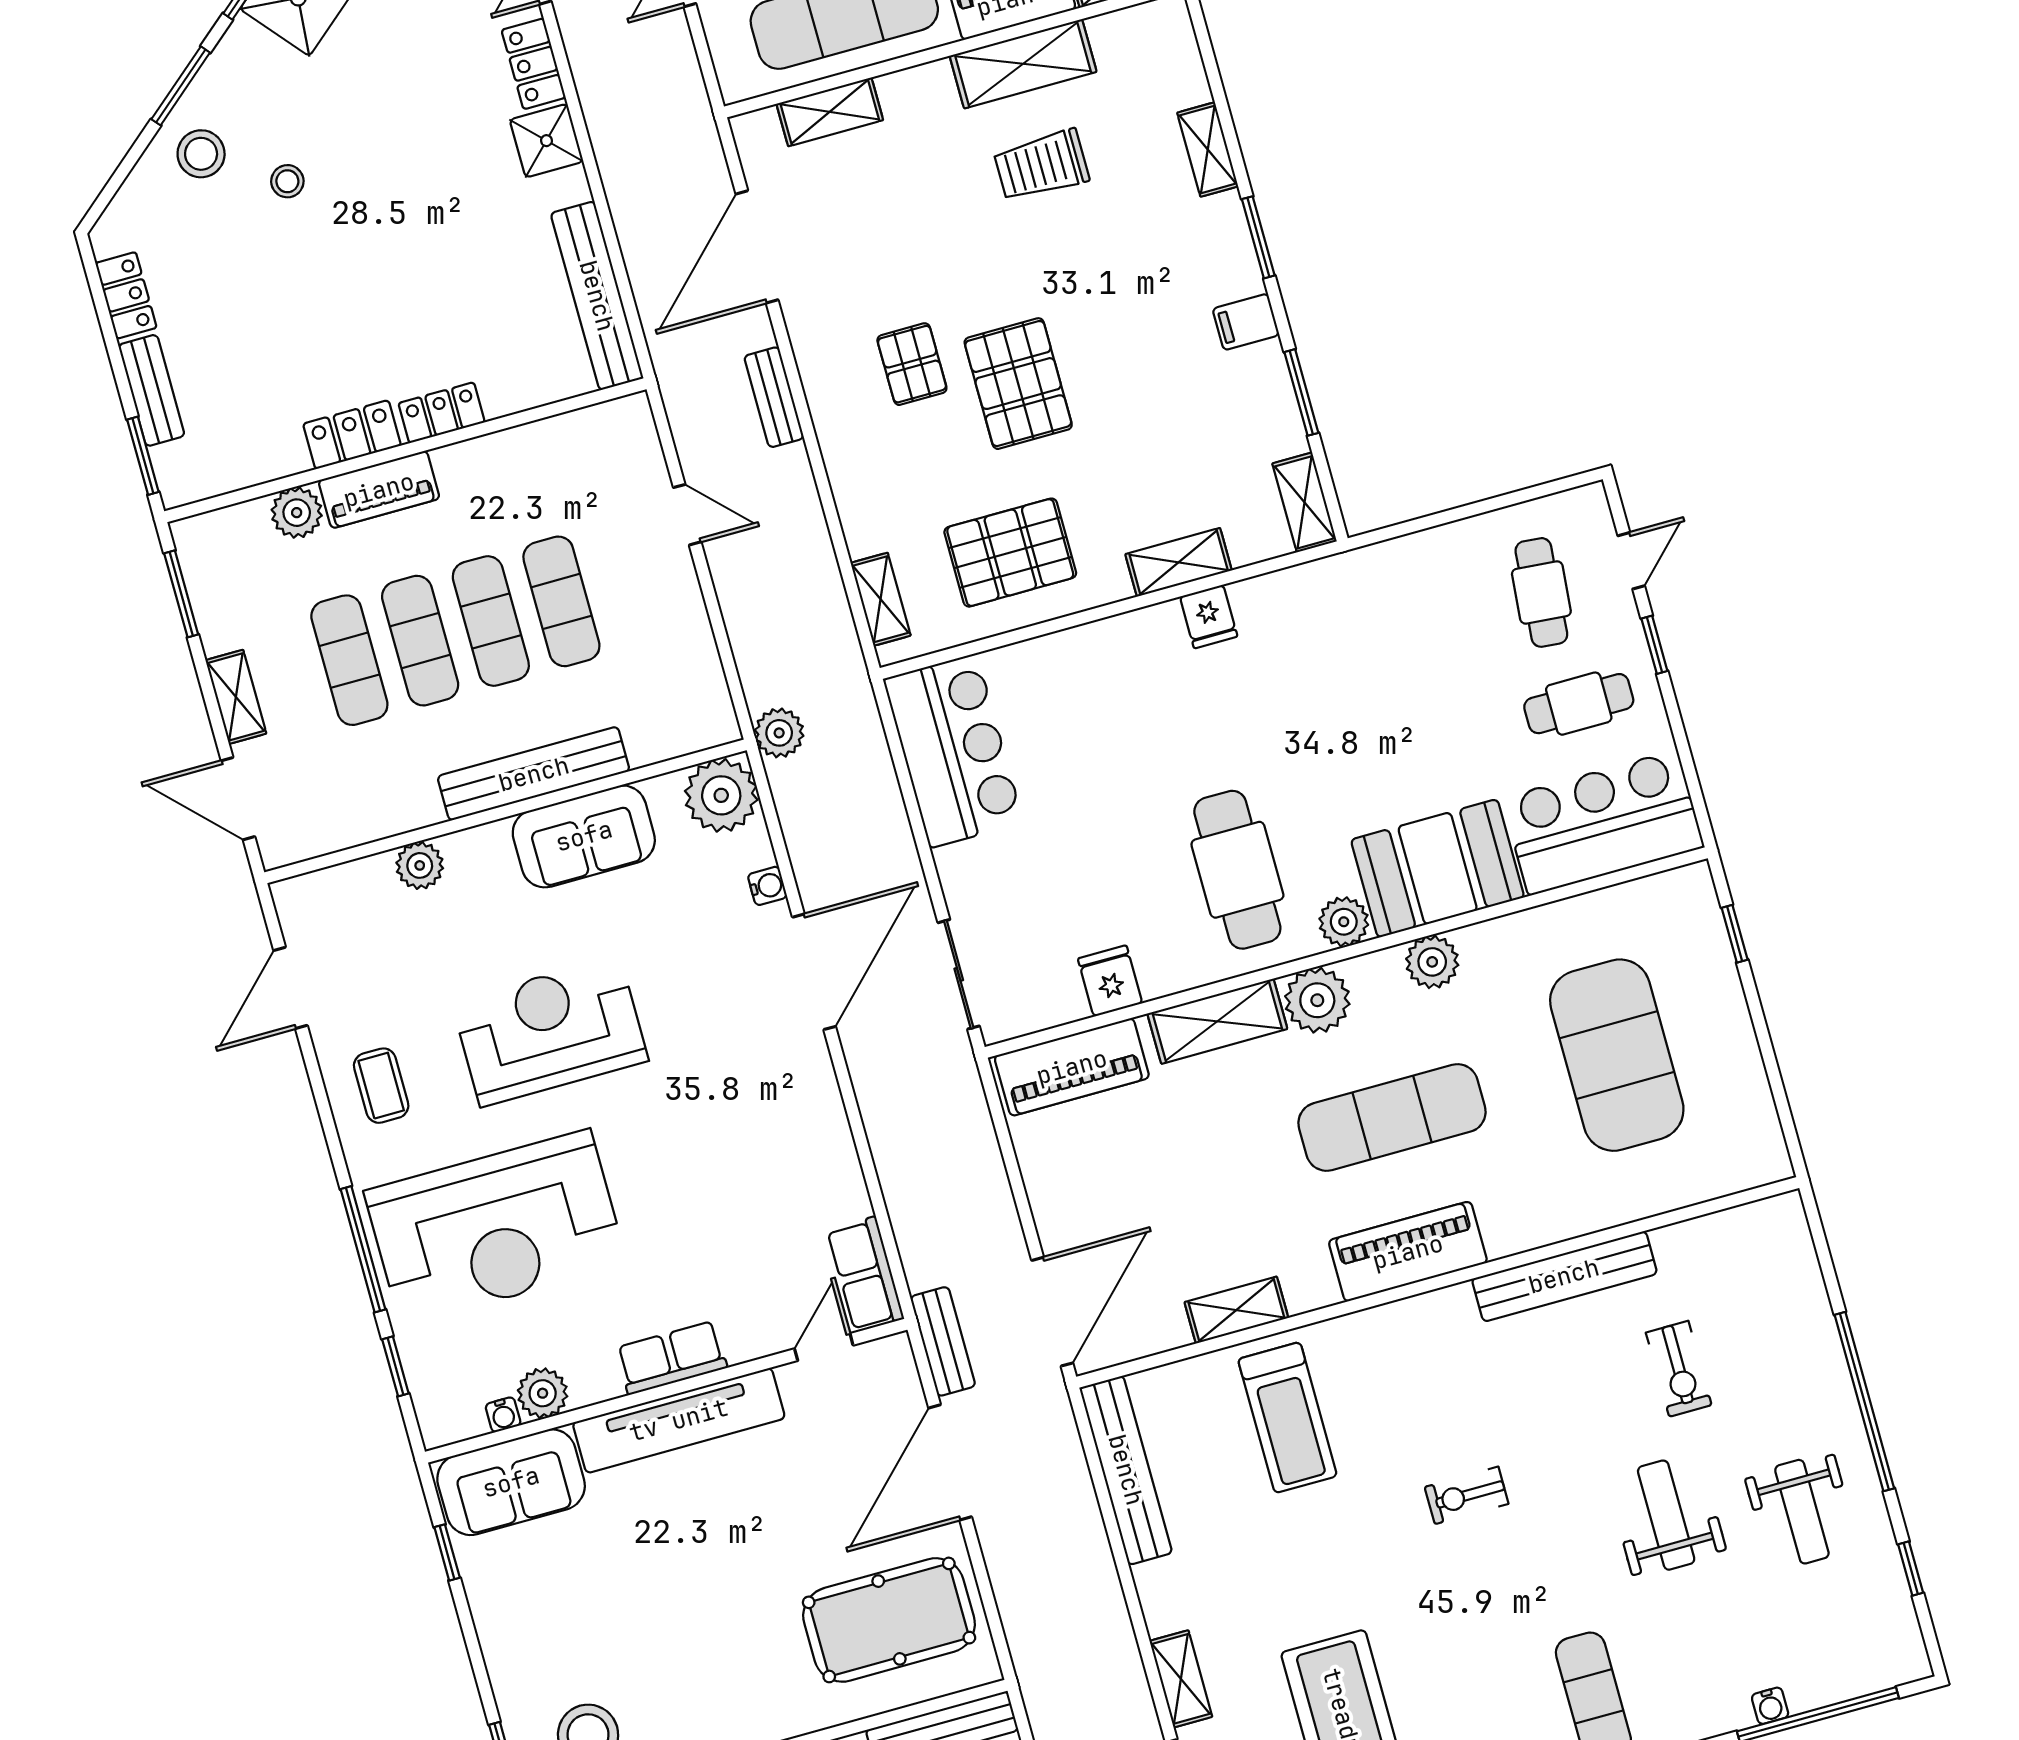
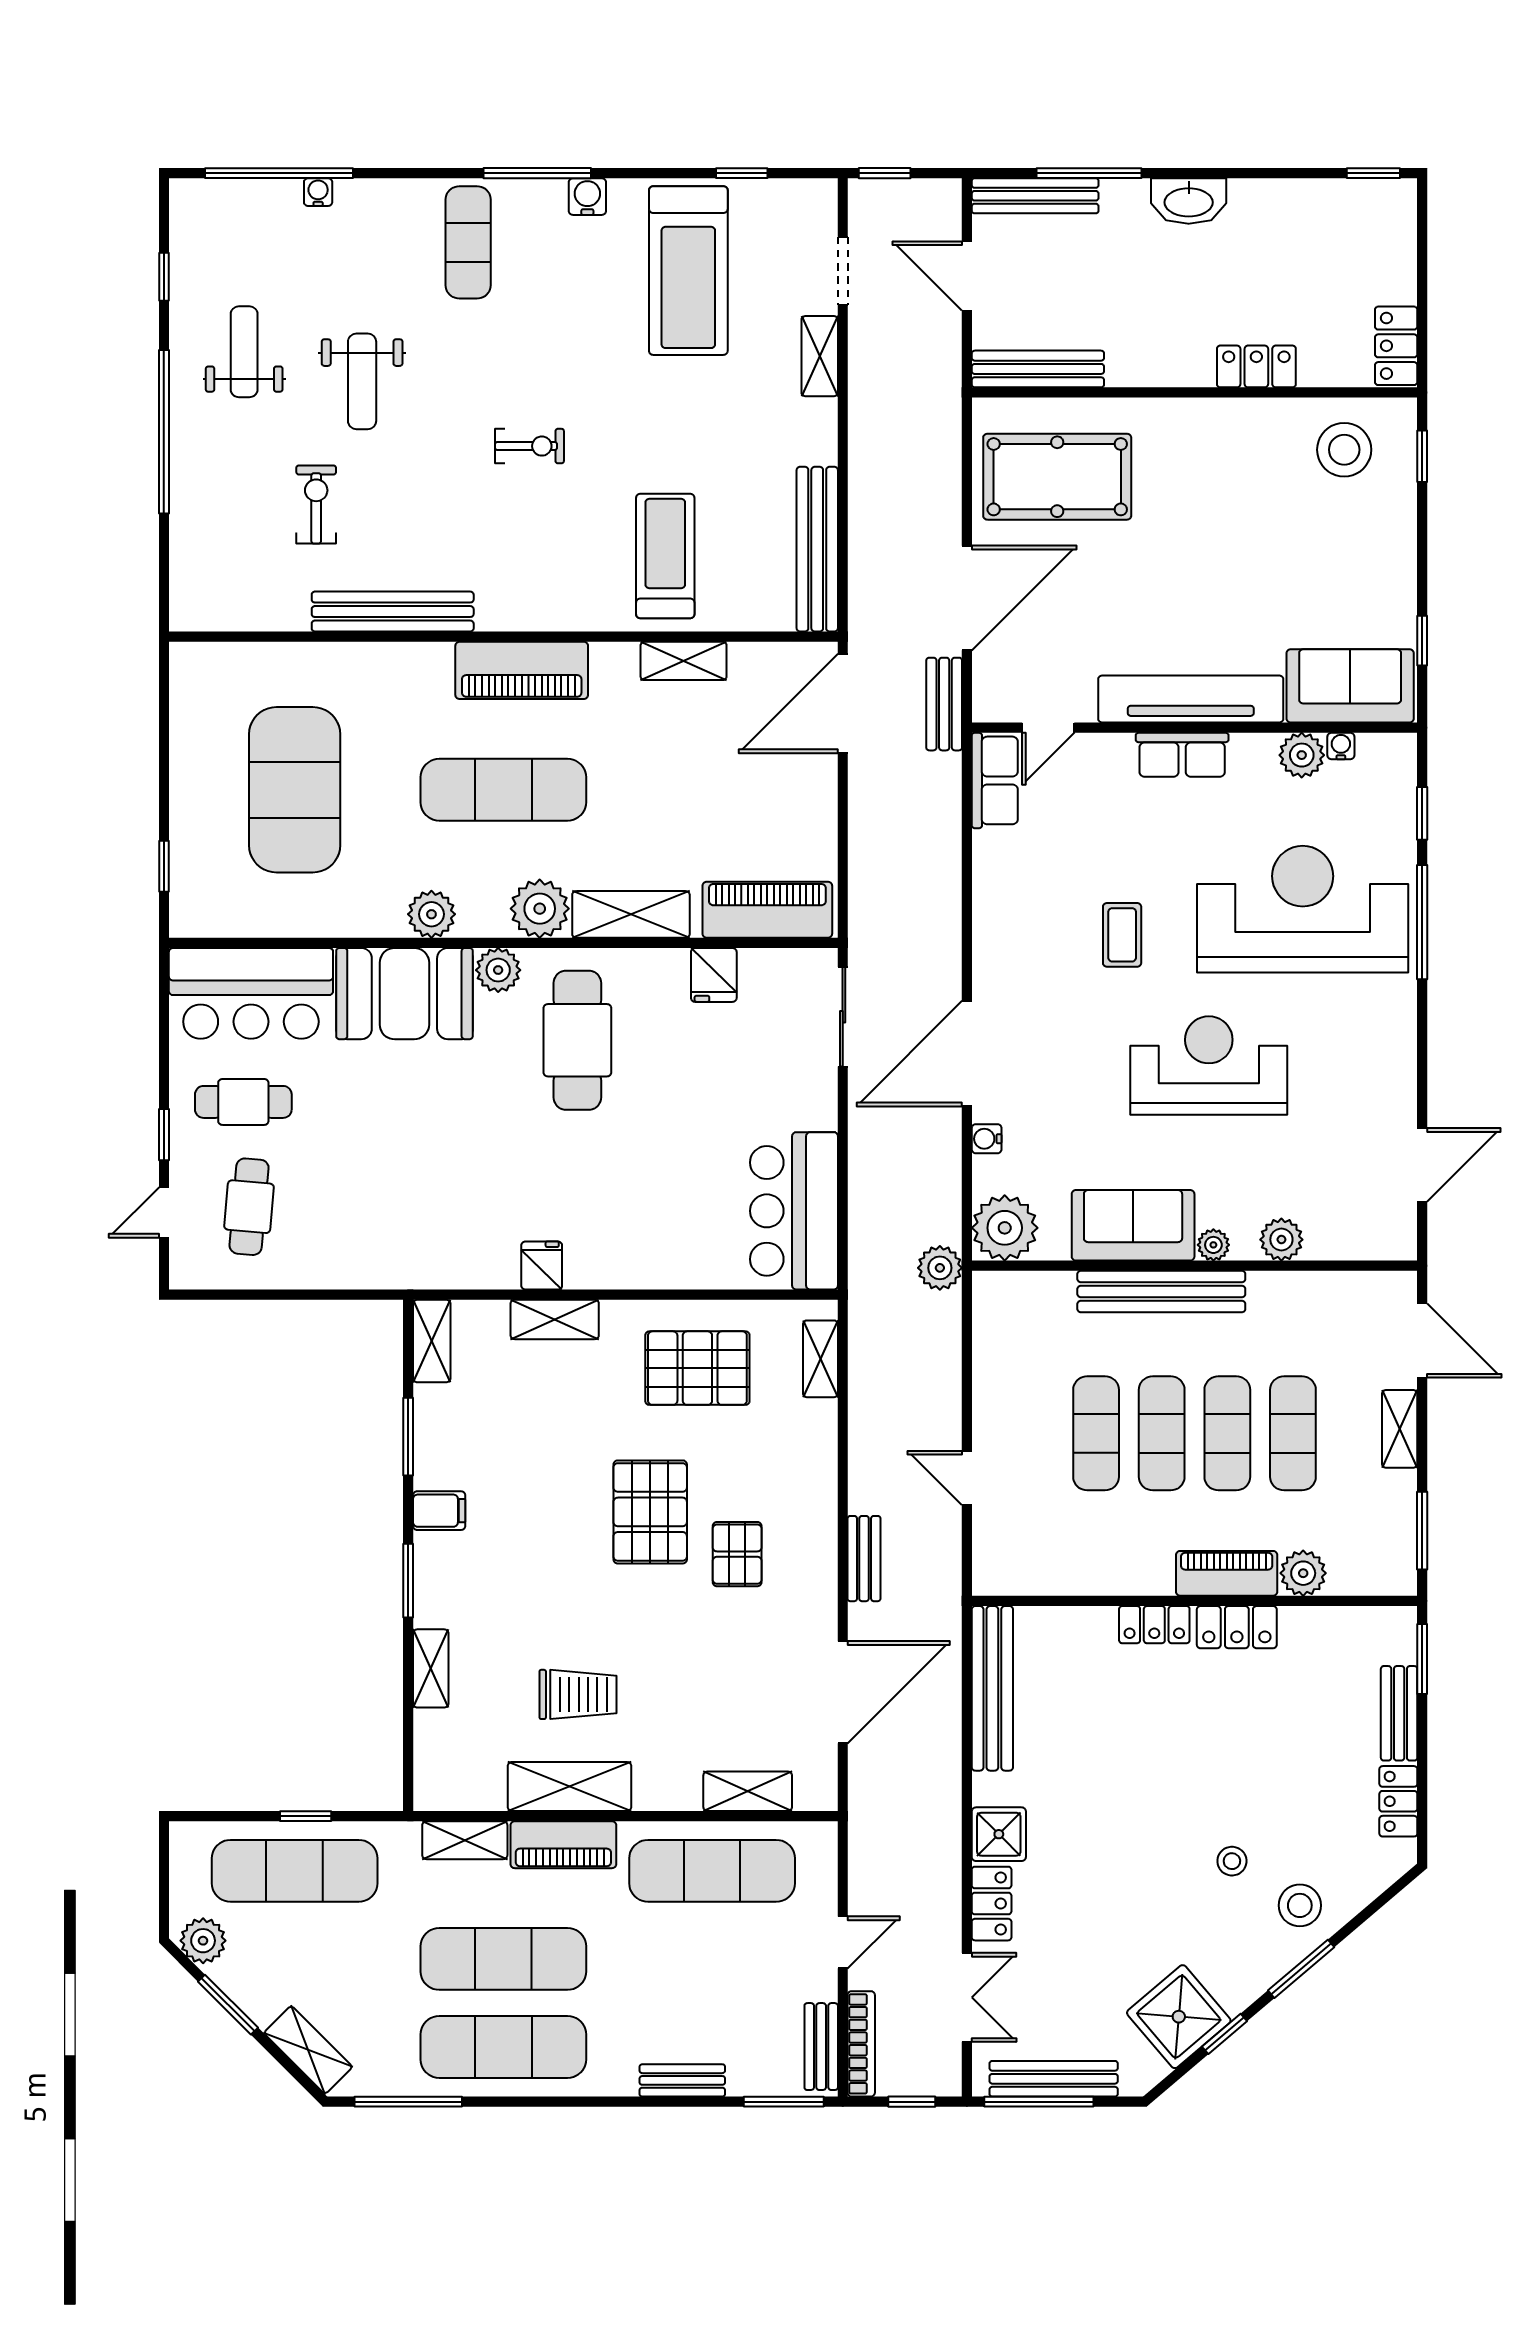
plant: (491, 839) -> (1213, 1245), added
reception desk: (550, 1031) -> (1209, 1065), turned 180
coffee table: (381, 1086) -> (1122, 935), moved

